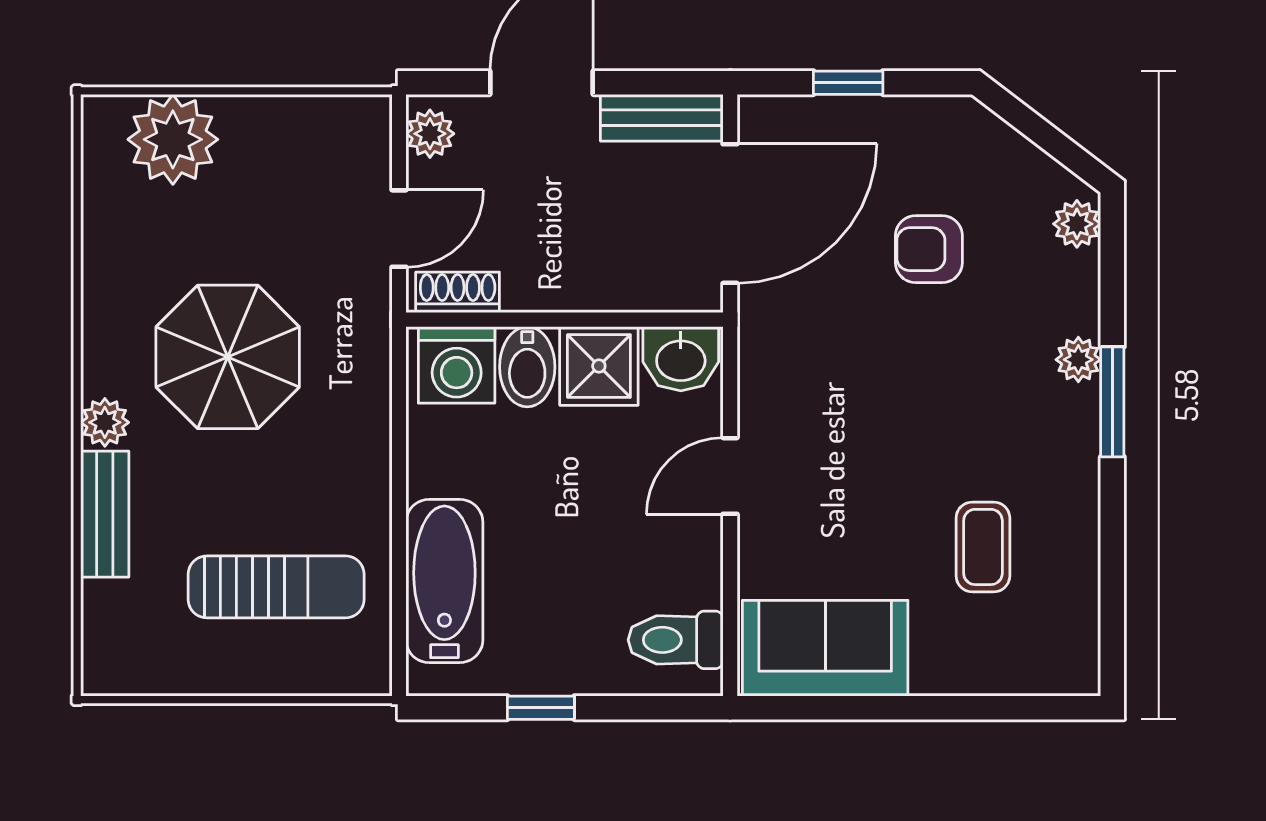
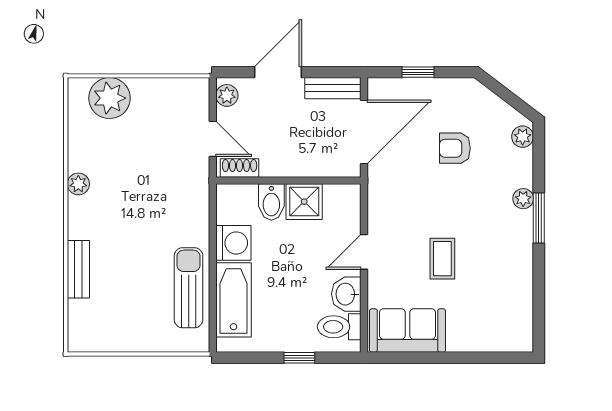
door: (399, 229) -> (213, 139), hinge flipped
parasol: (228, 357) -> (134, 197), removed
washbasin: (681, 359) -> (346, 294), moved, turned 90
washing machine: (457, 365) -> (233, 243), moved, turned -90
plant: (105, 422) -> (78, 184), moved
coffee table: (983, 547) -> (442, 259), moved
sun lounger: (276, 587) -> (189, 288), moved, turned -90
window: (541, 708) -> (299, 358), moved

